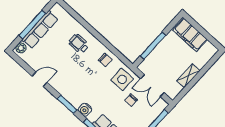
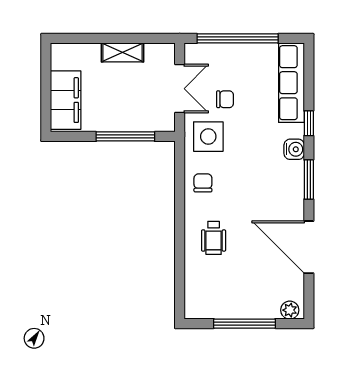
row of seats: (40, 30) -> (242, 307), removed
door: (40, 79) -> (309, 247), width x1.88

